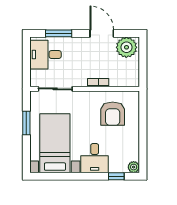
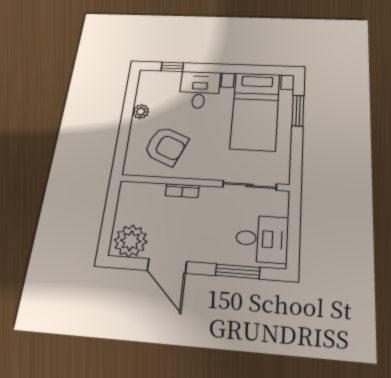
armchair: (113, 114) -> (166, 146), turned 113
window: (26, 123) -> (298, 111), moved
plant: (134, 167) -> (141, 112), moved

